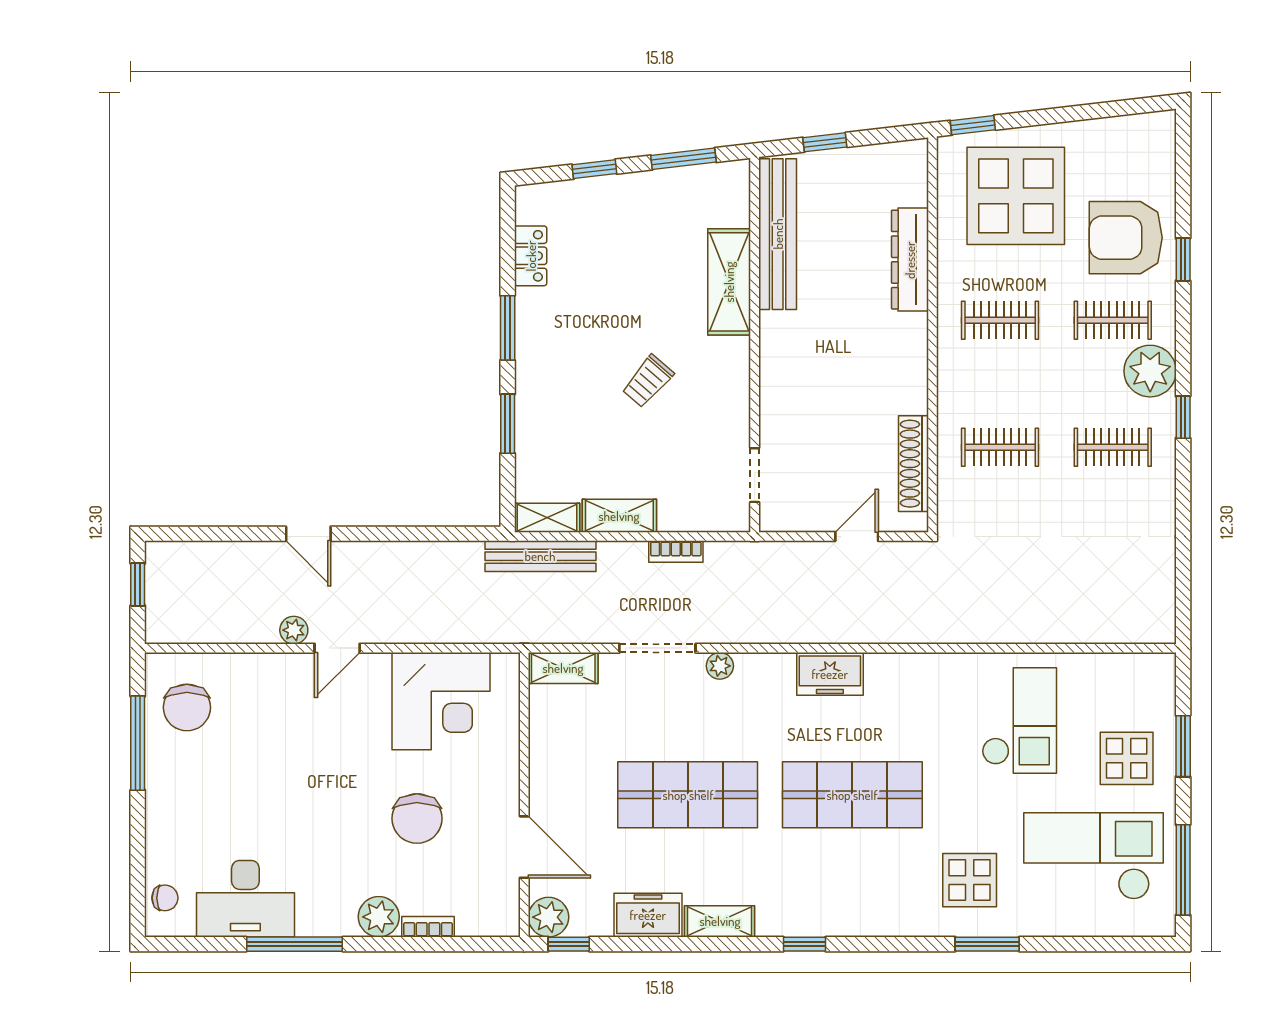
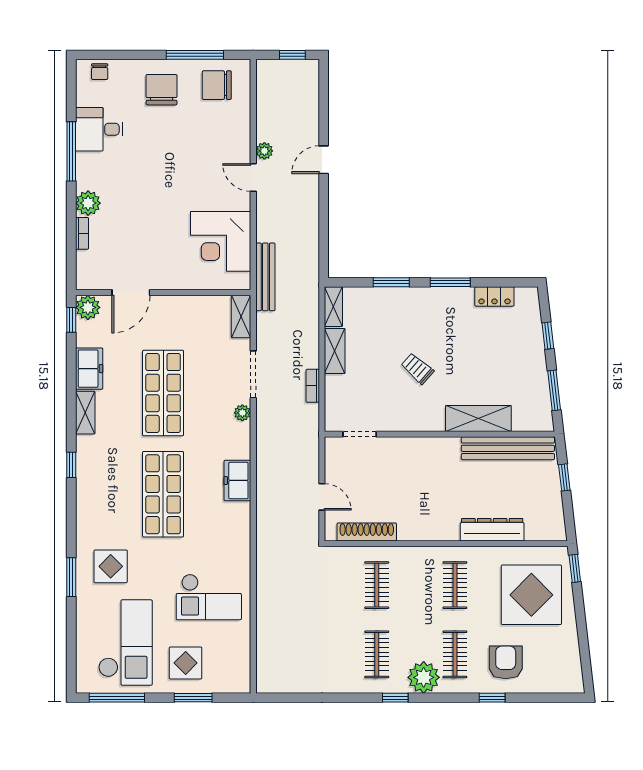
armchair: (1126, 238) -> (506, 662), width x0.73, depth x0.73
bench: (540, 556) -> (265, 277), moved
chair: (417, 819) -> (162, 90), moved, turned 90
desk: (245, 899) -> (99, 129), width x0.73

